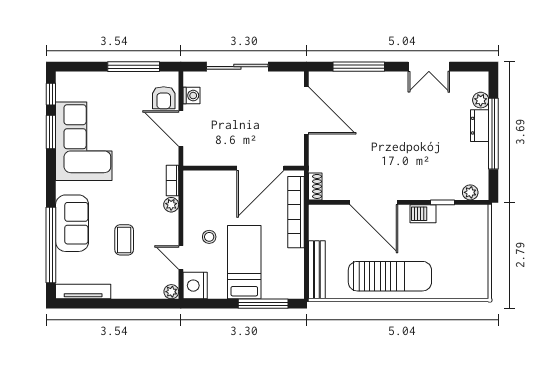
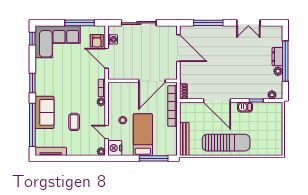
plant: (481, 100) -> (278, 71), moved
window: (51, 132) -> (32, 83), moved
corner sofa: (84, 141) -> (58, 42), moved, turned 90

